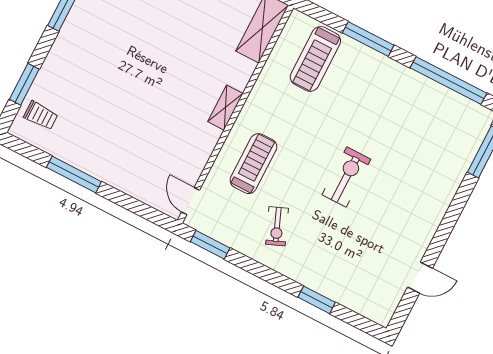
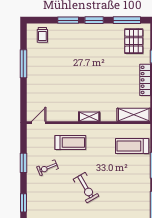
window: (24, 84) -> (68, 20), moved
exercise bike: (346, 177) -> (86, 188), turned 60
window: (210, 245) -> (23, 163), moved

